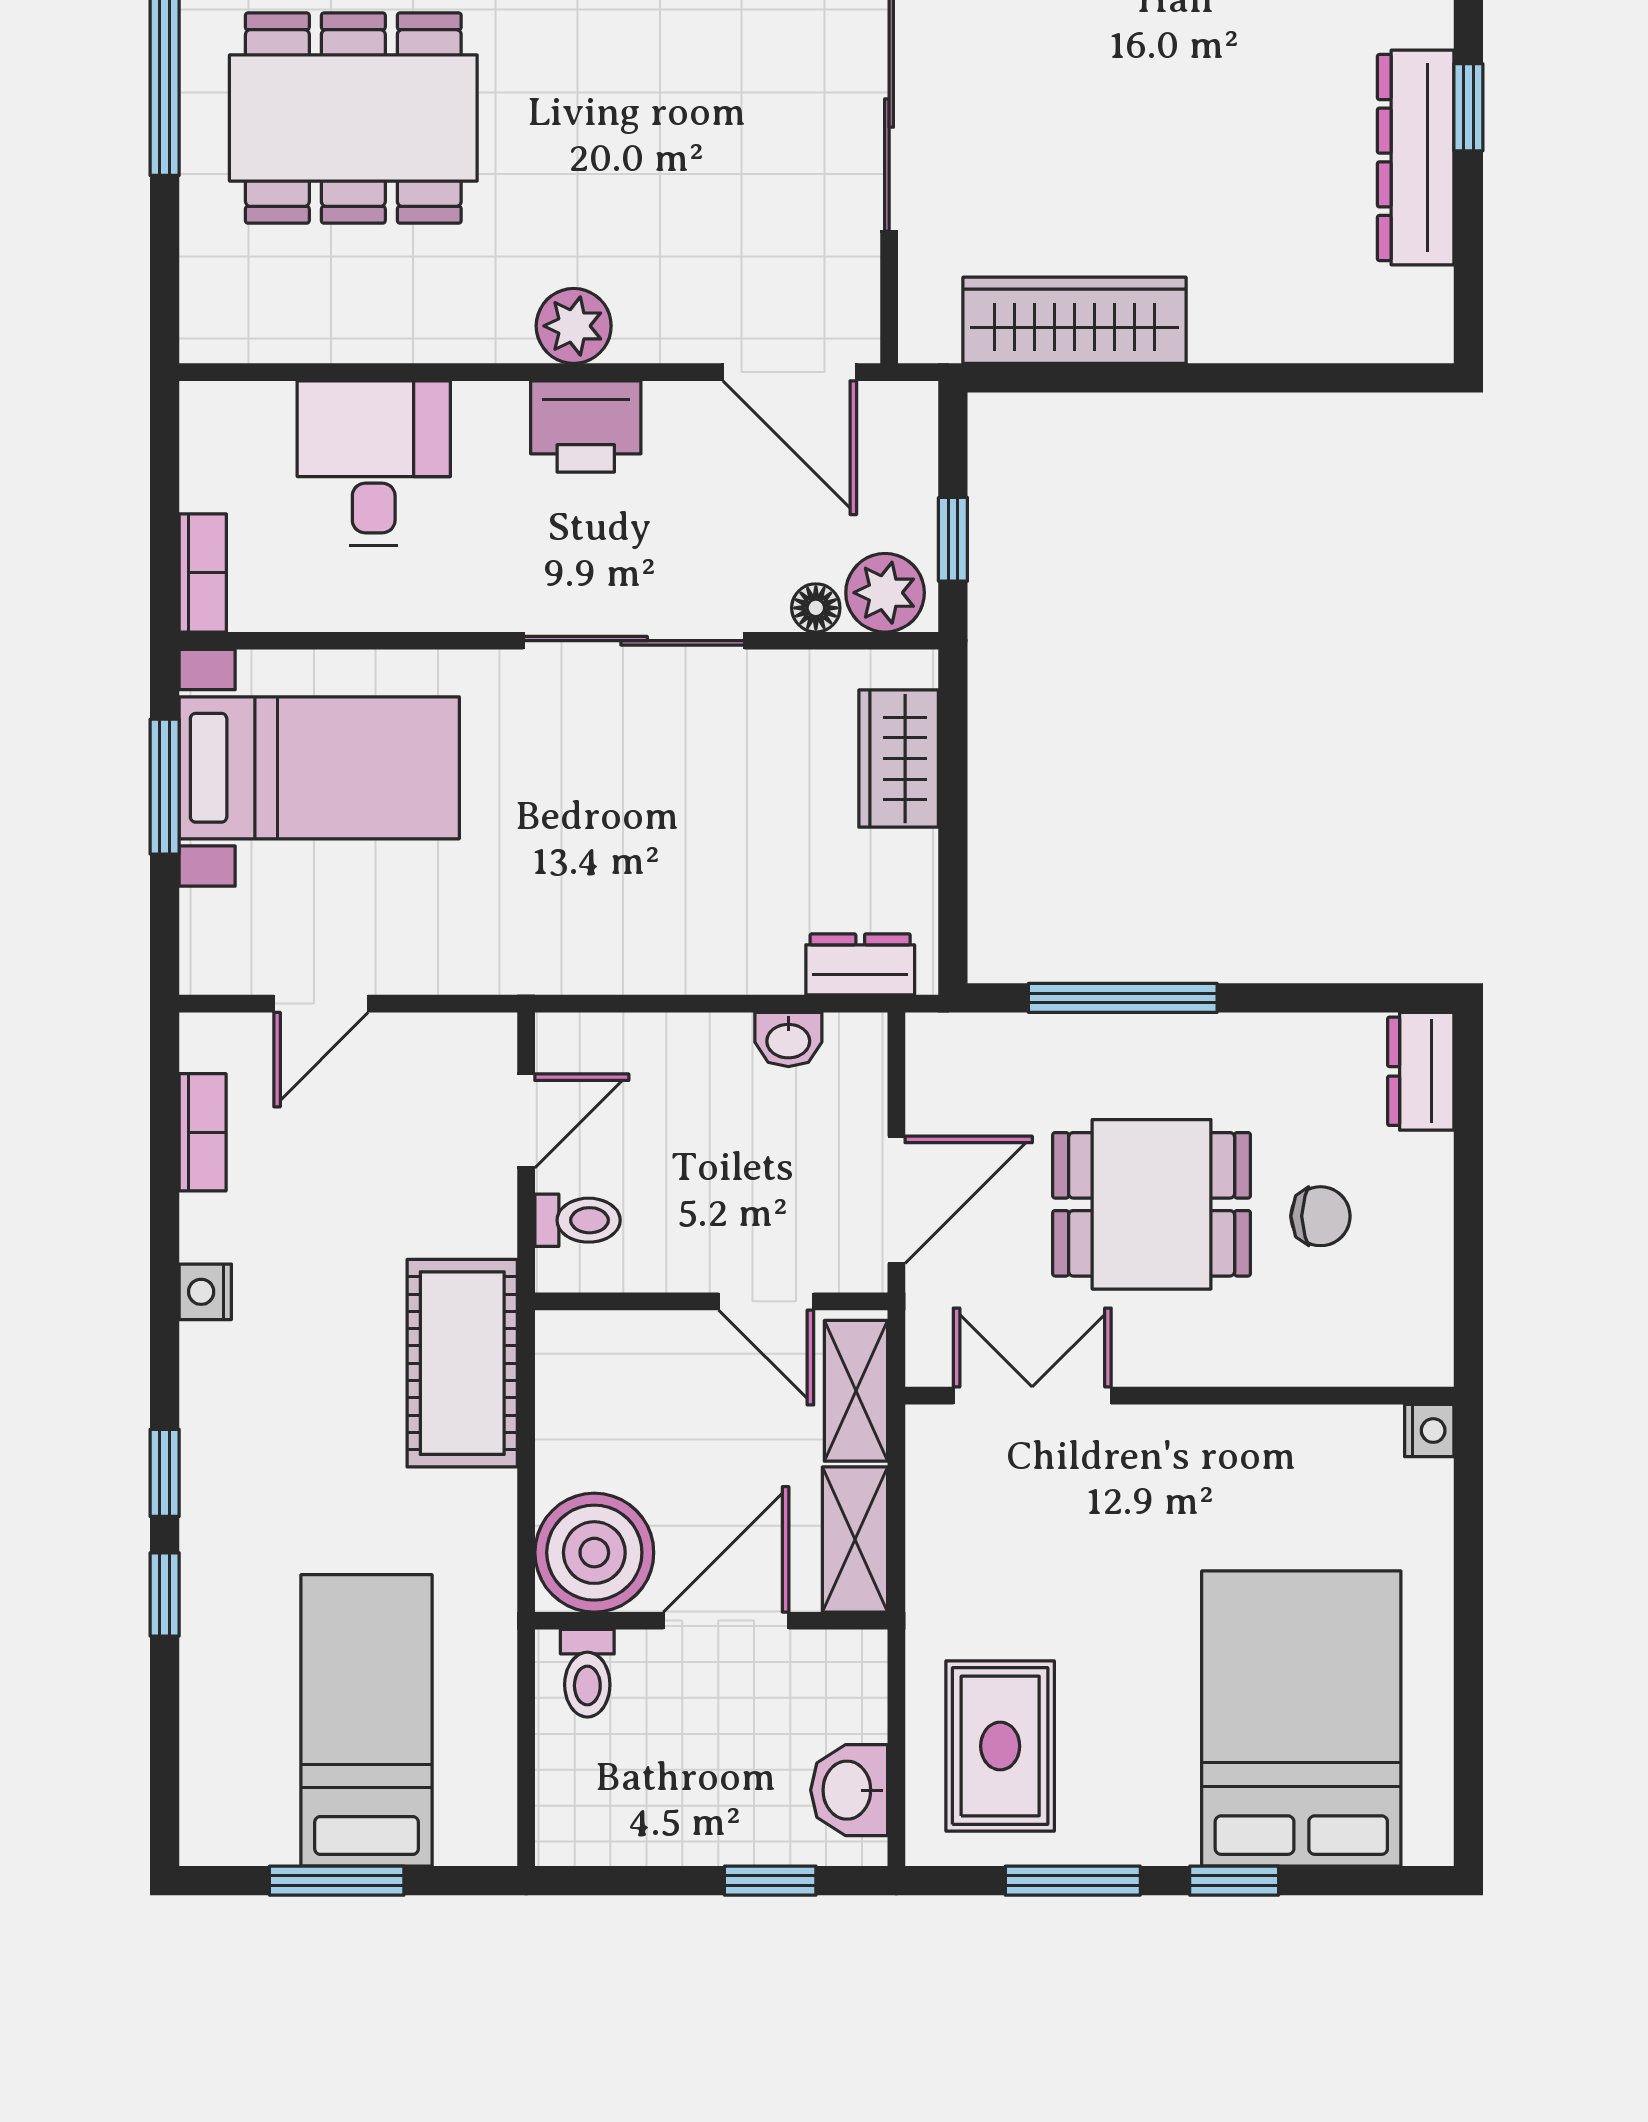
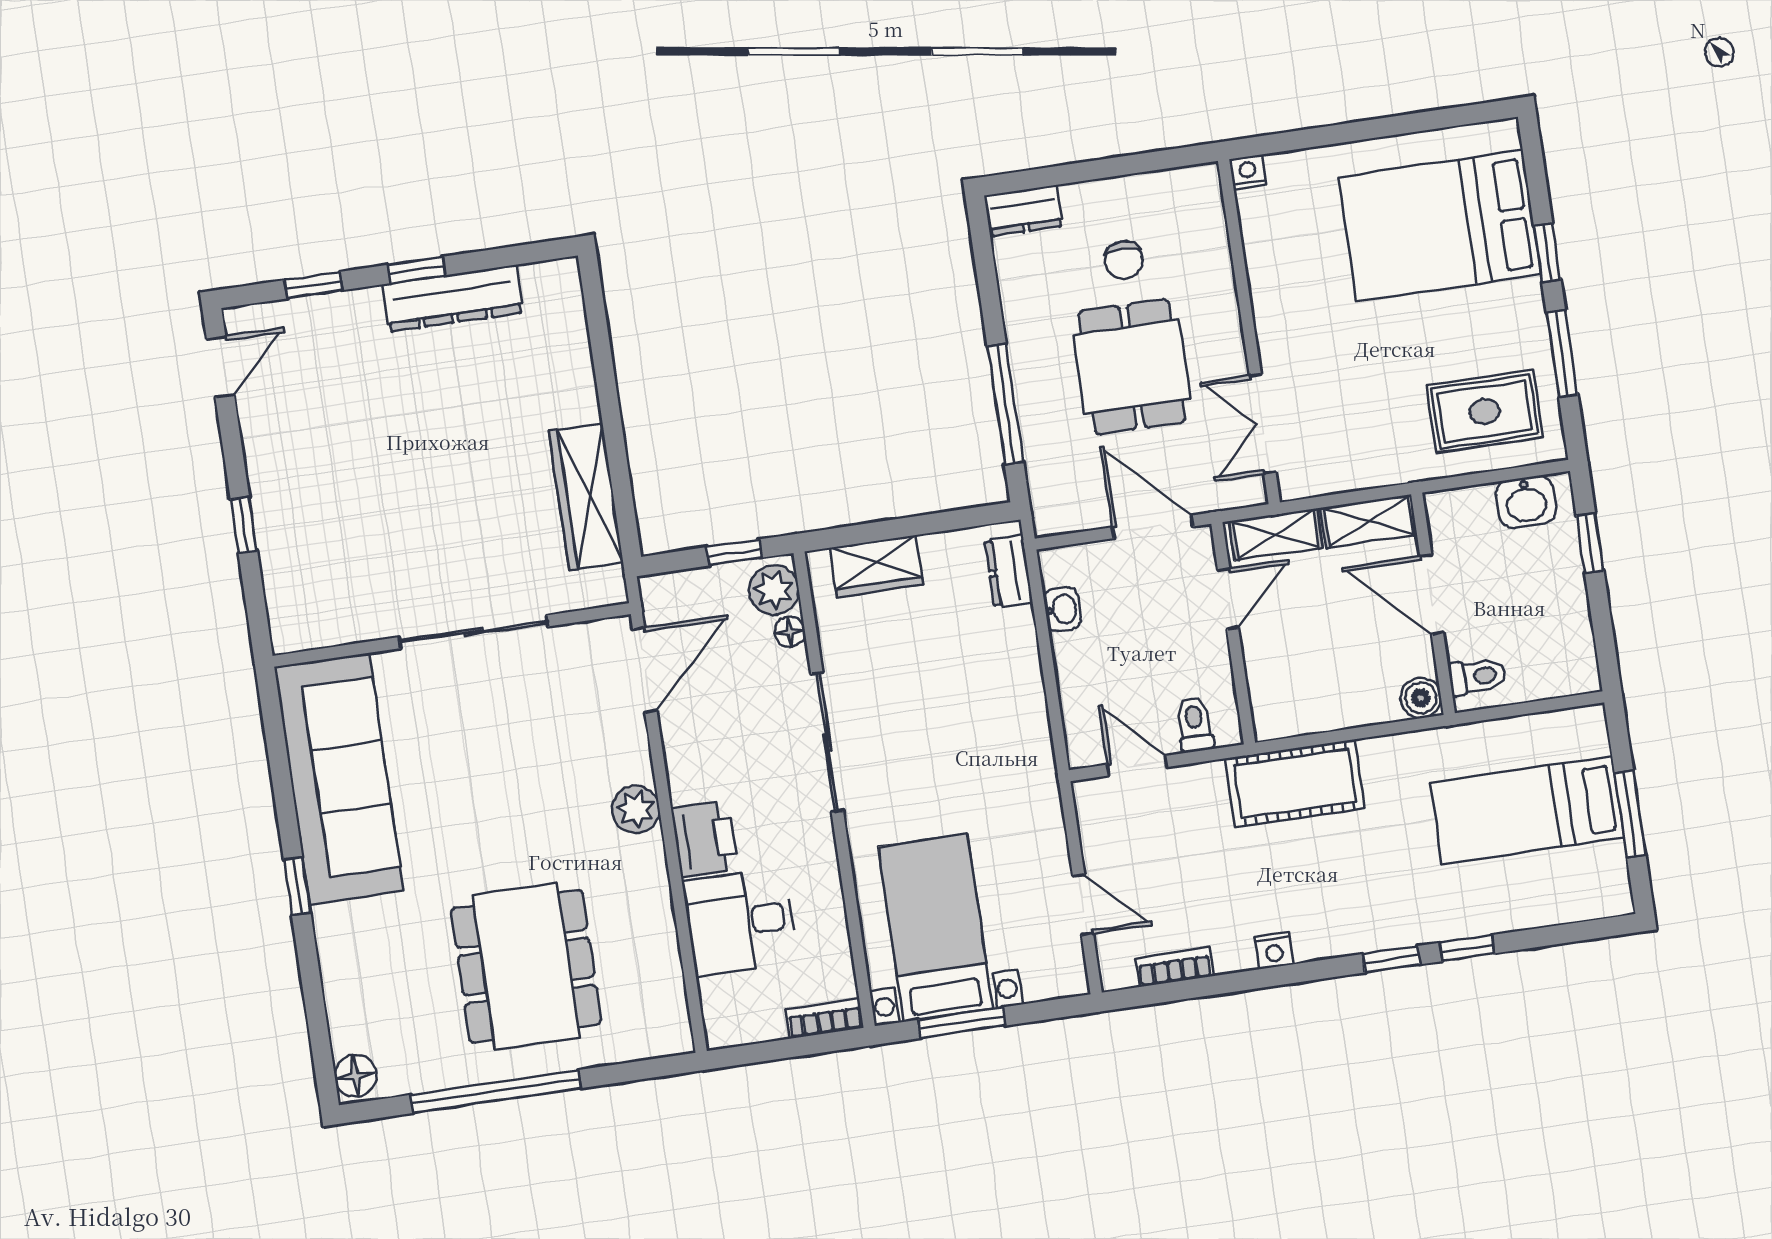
printer: (586, 426) -> (704, 839), moved
chair: (1321, 1216) -> (1124, 260), turned 180
boiler: (594, 1553) -> (1421, 698), width x0.54, depth x0.54

